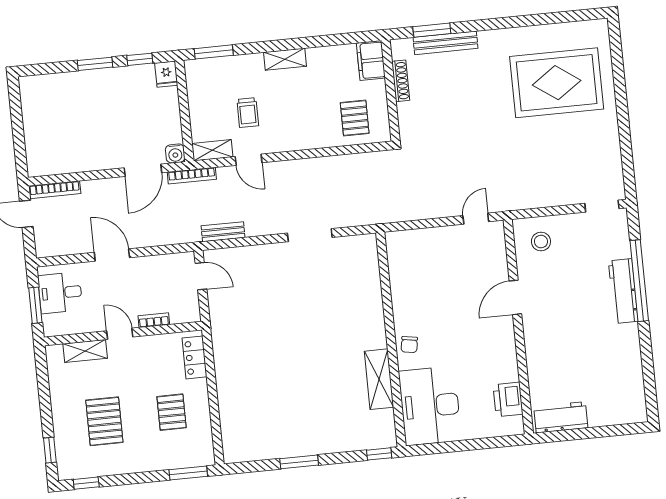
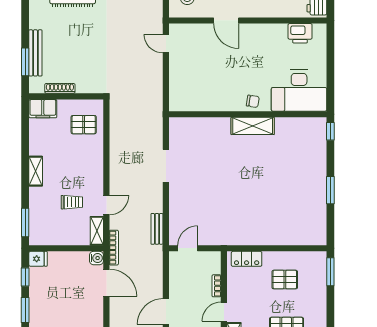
shelving: (379, 379) -> (253, 126), moved

